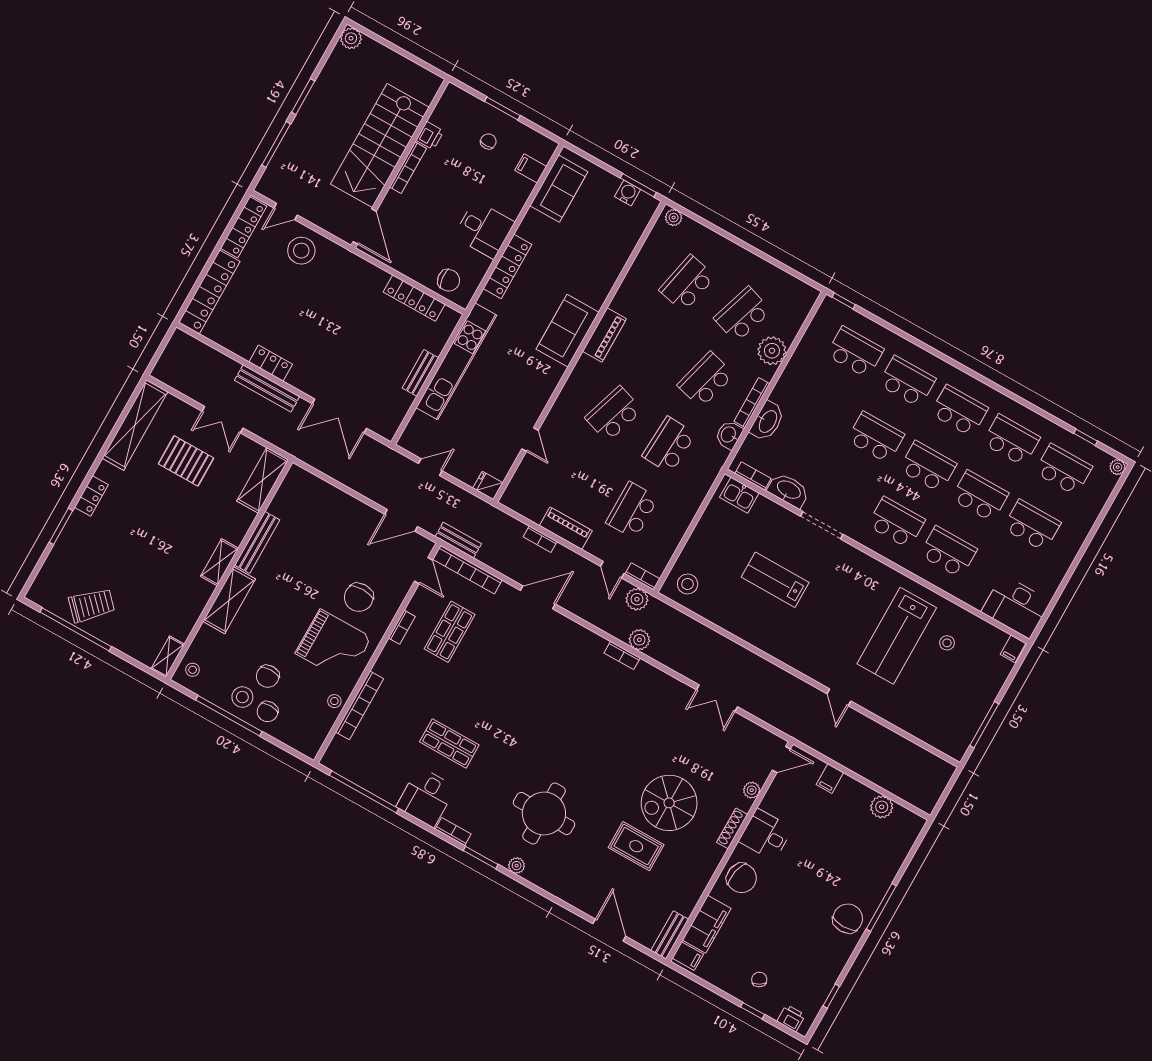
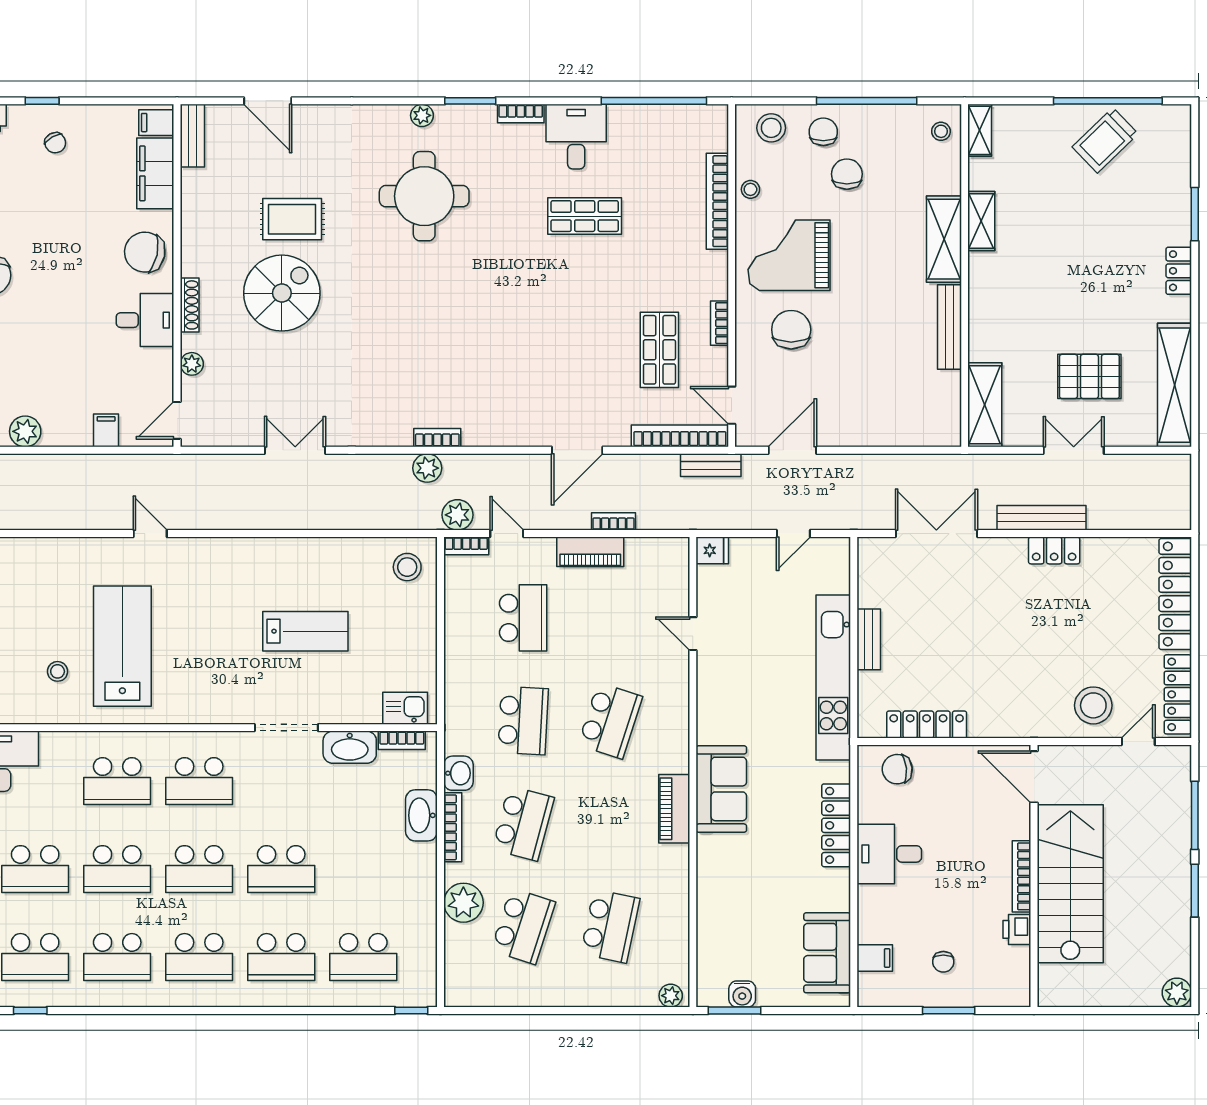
shelving: (219, 562) -> (981, 221), moved
stool: (242, 697) -> (771, 128), moved

